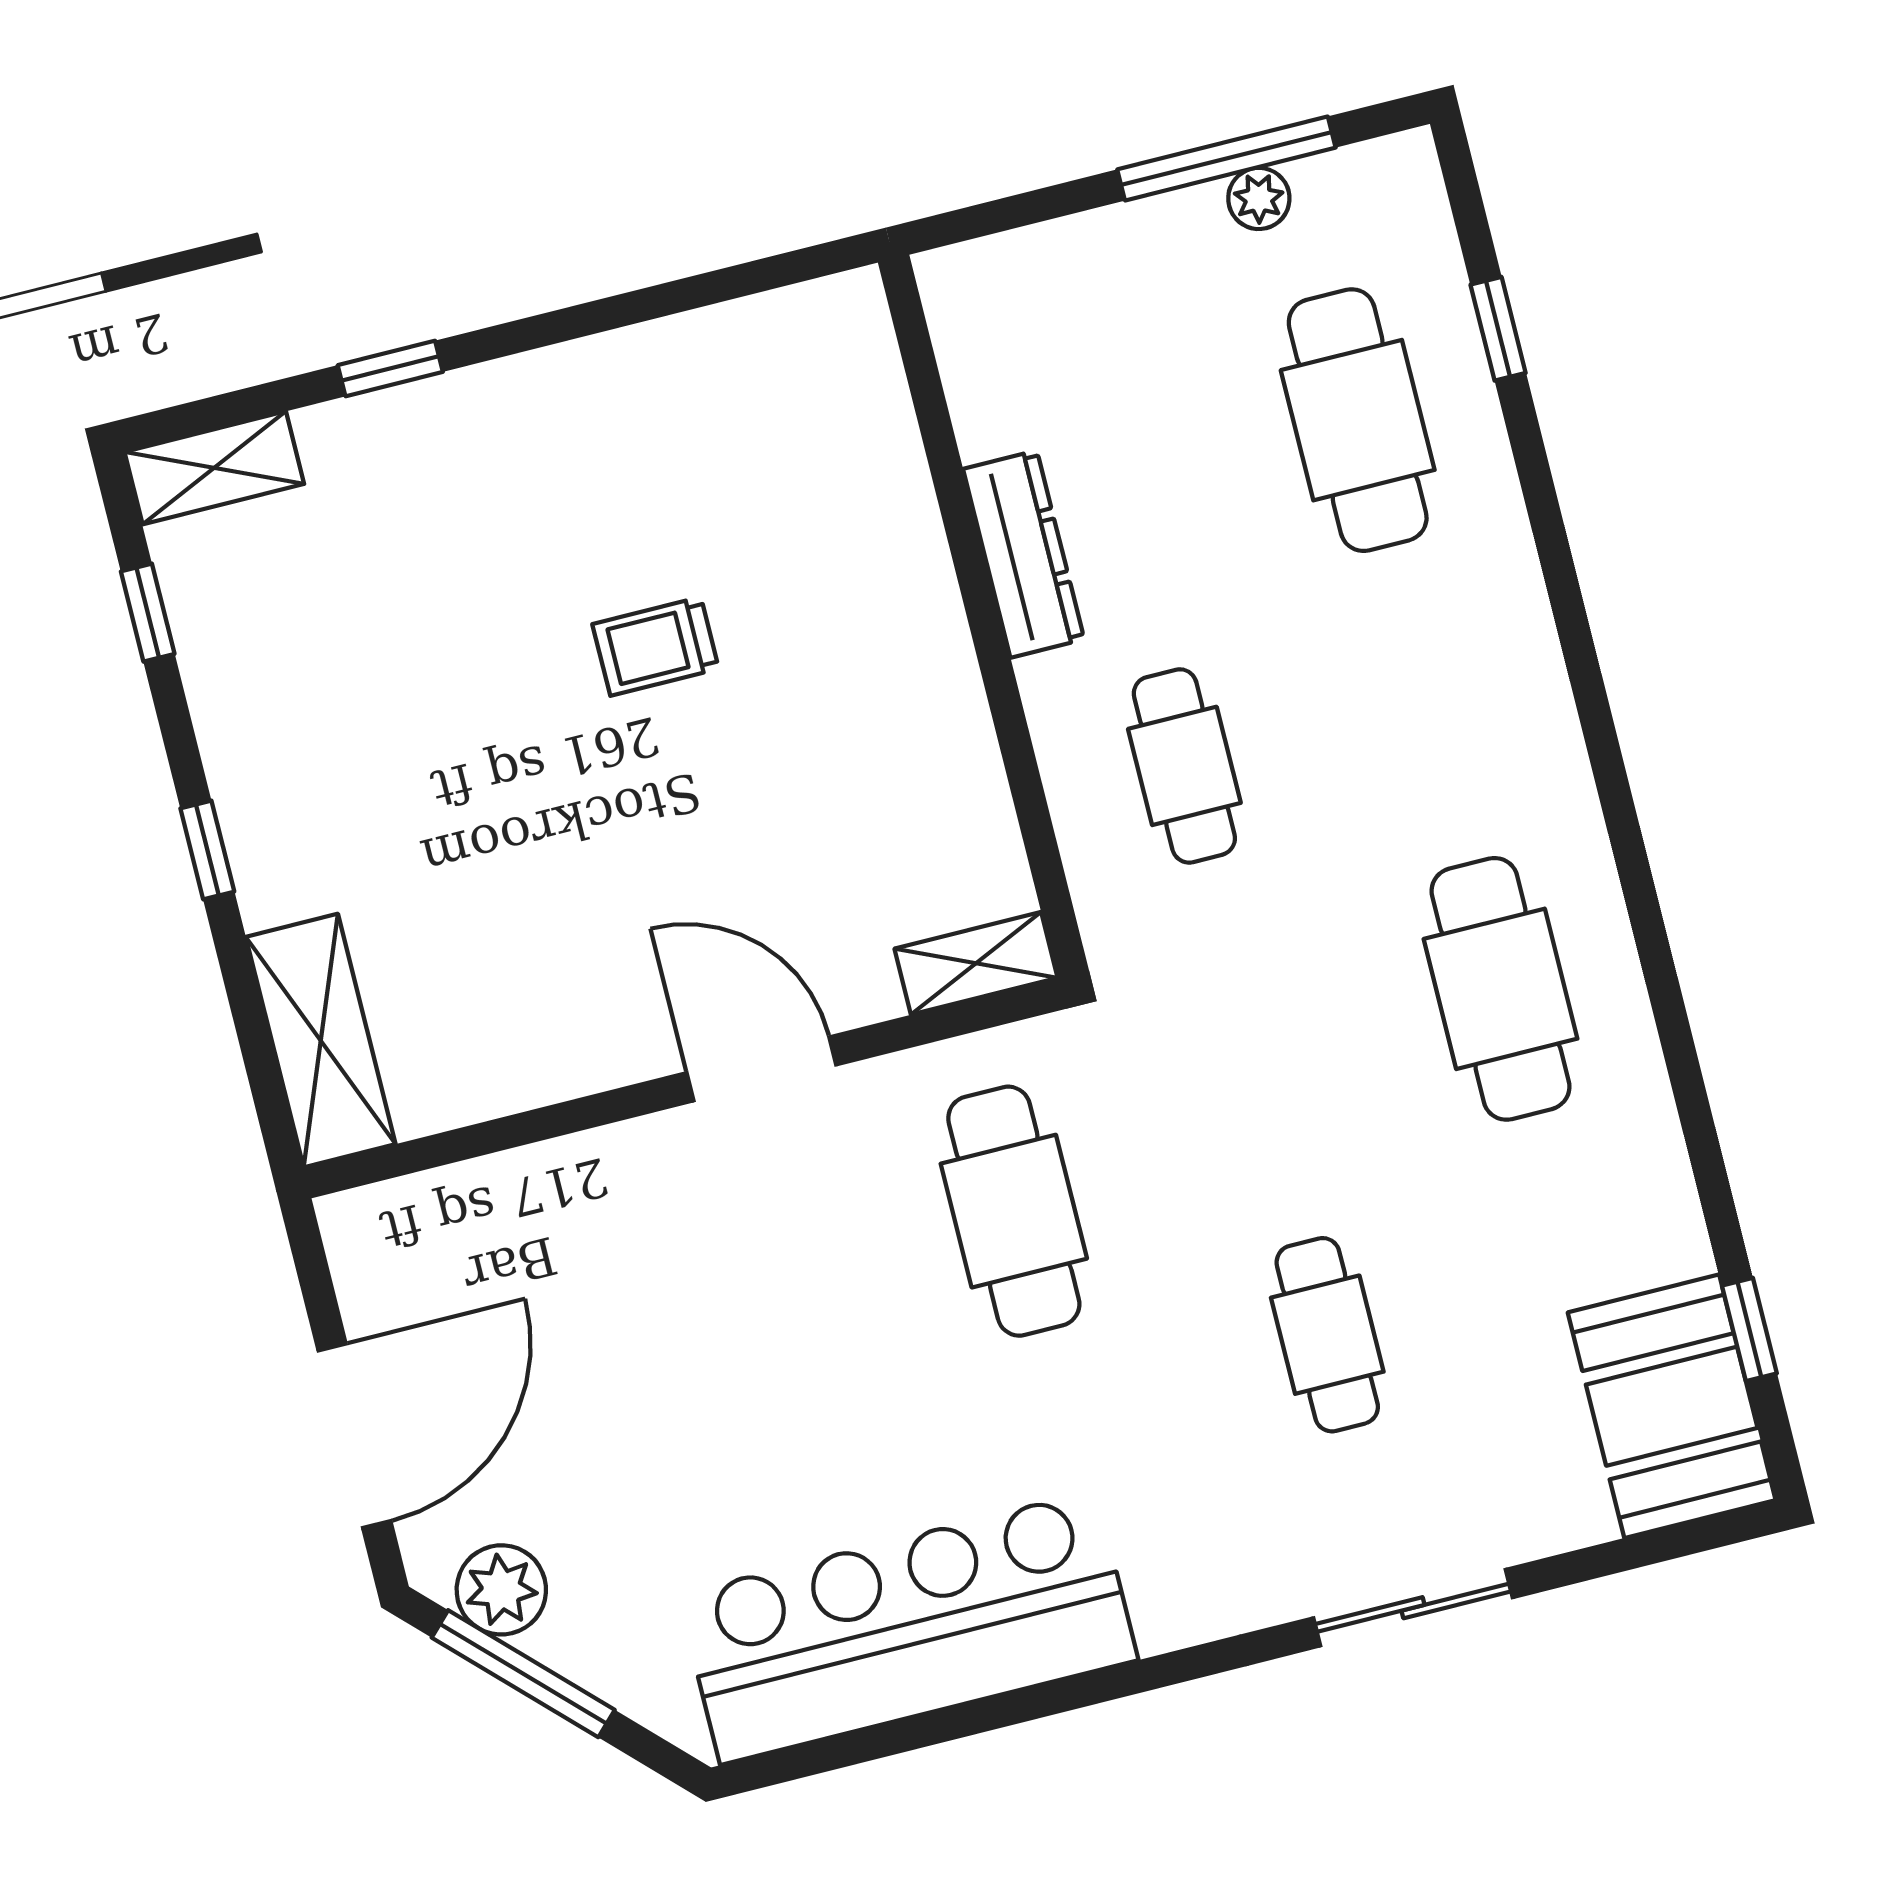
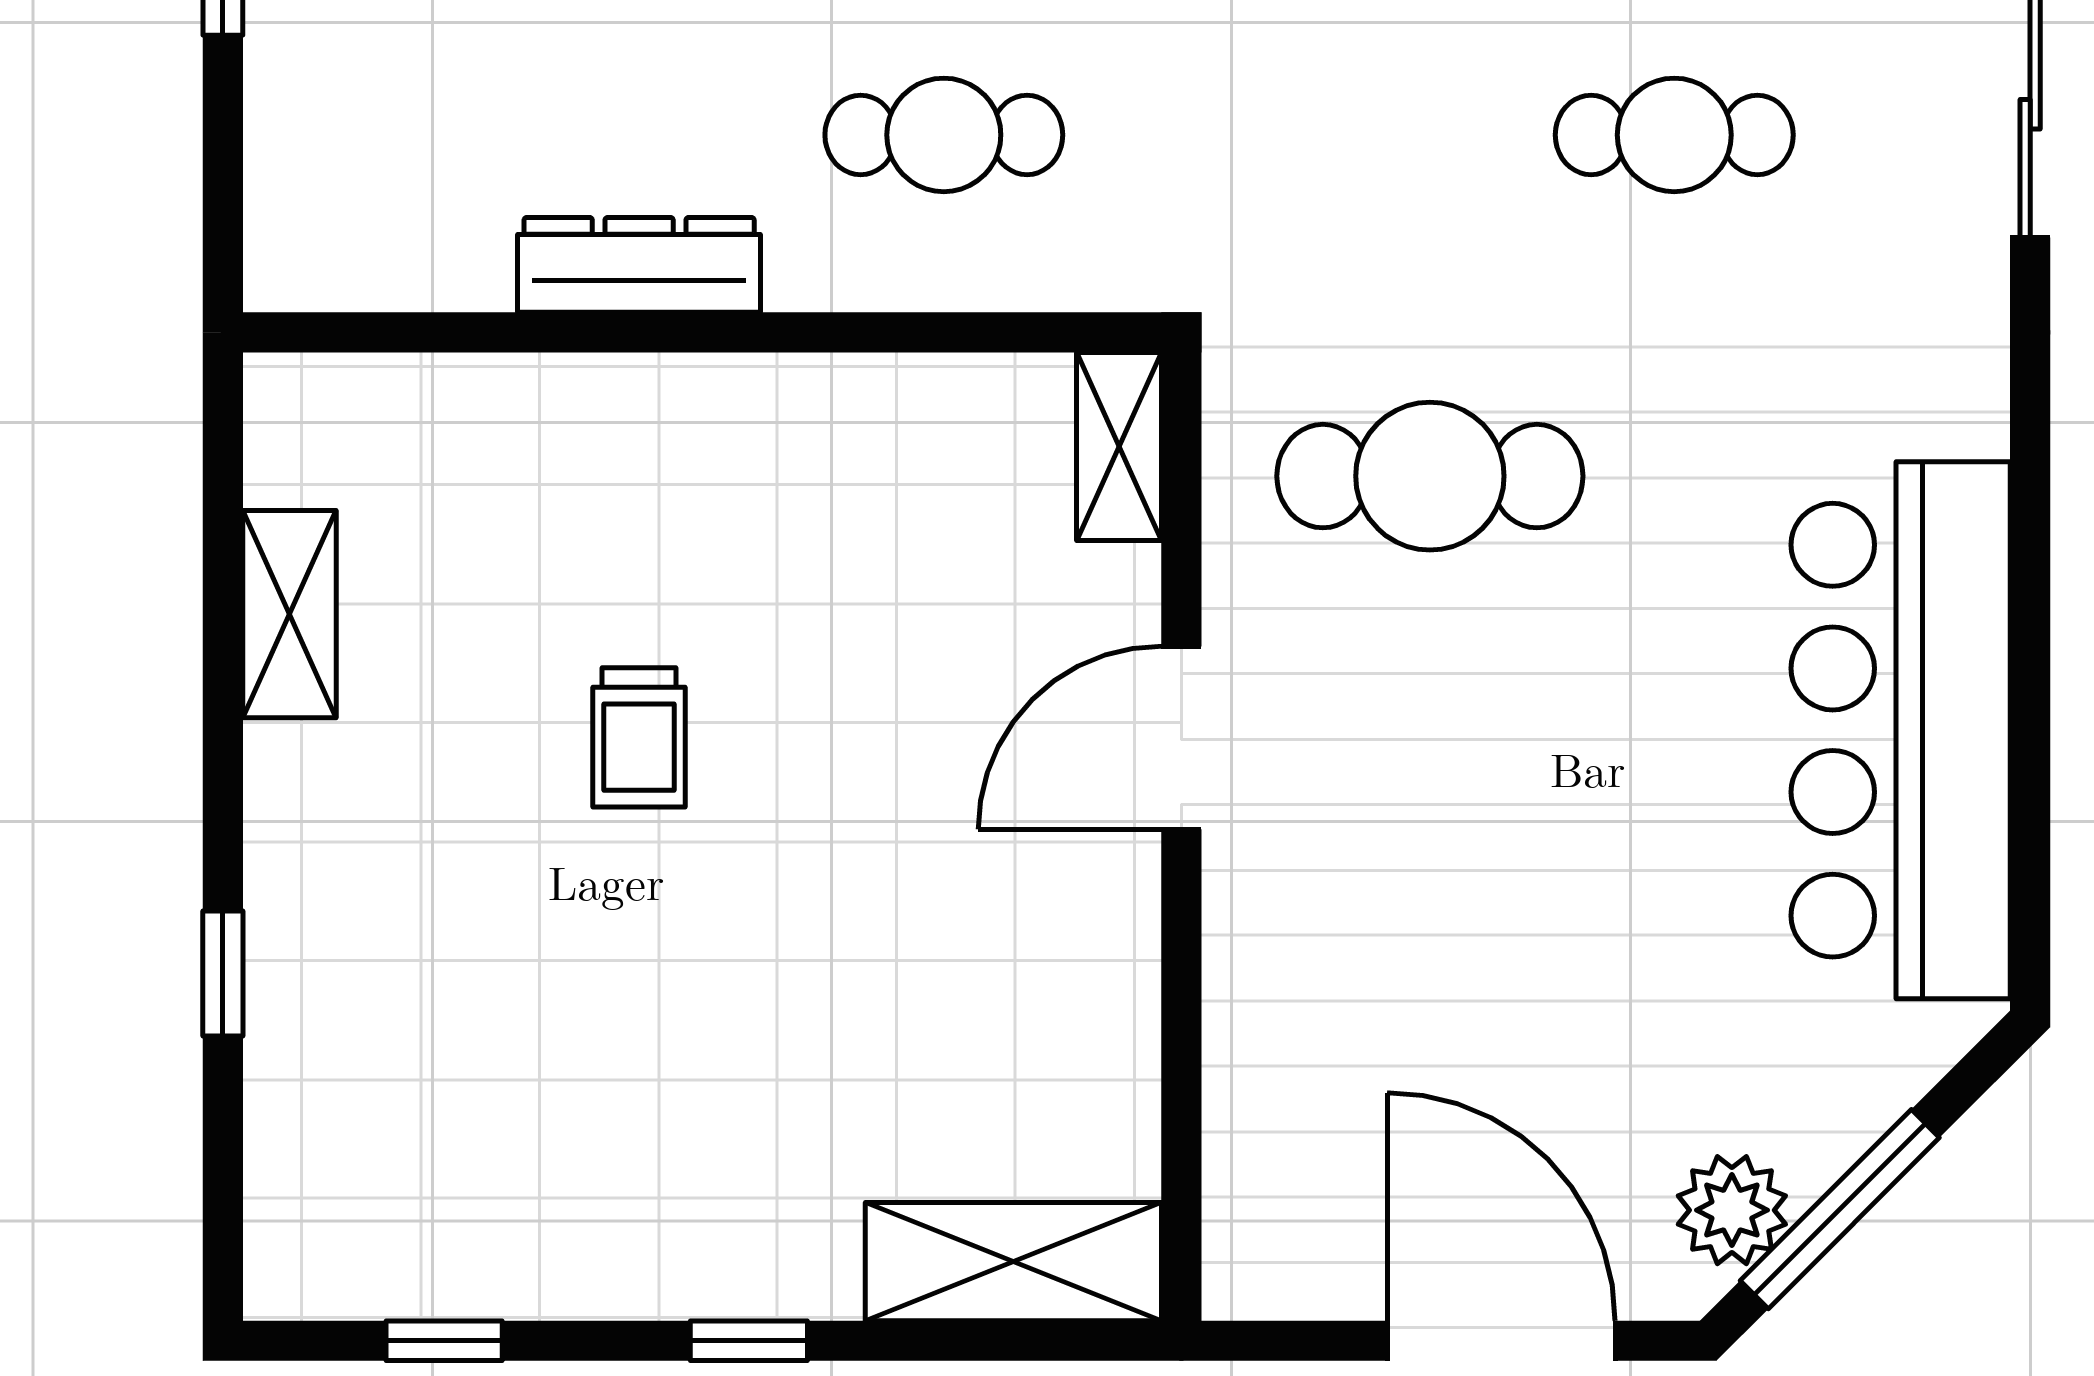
shelving: (214, 468) -> (289, 614), moved

